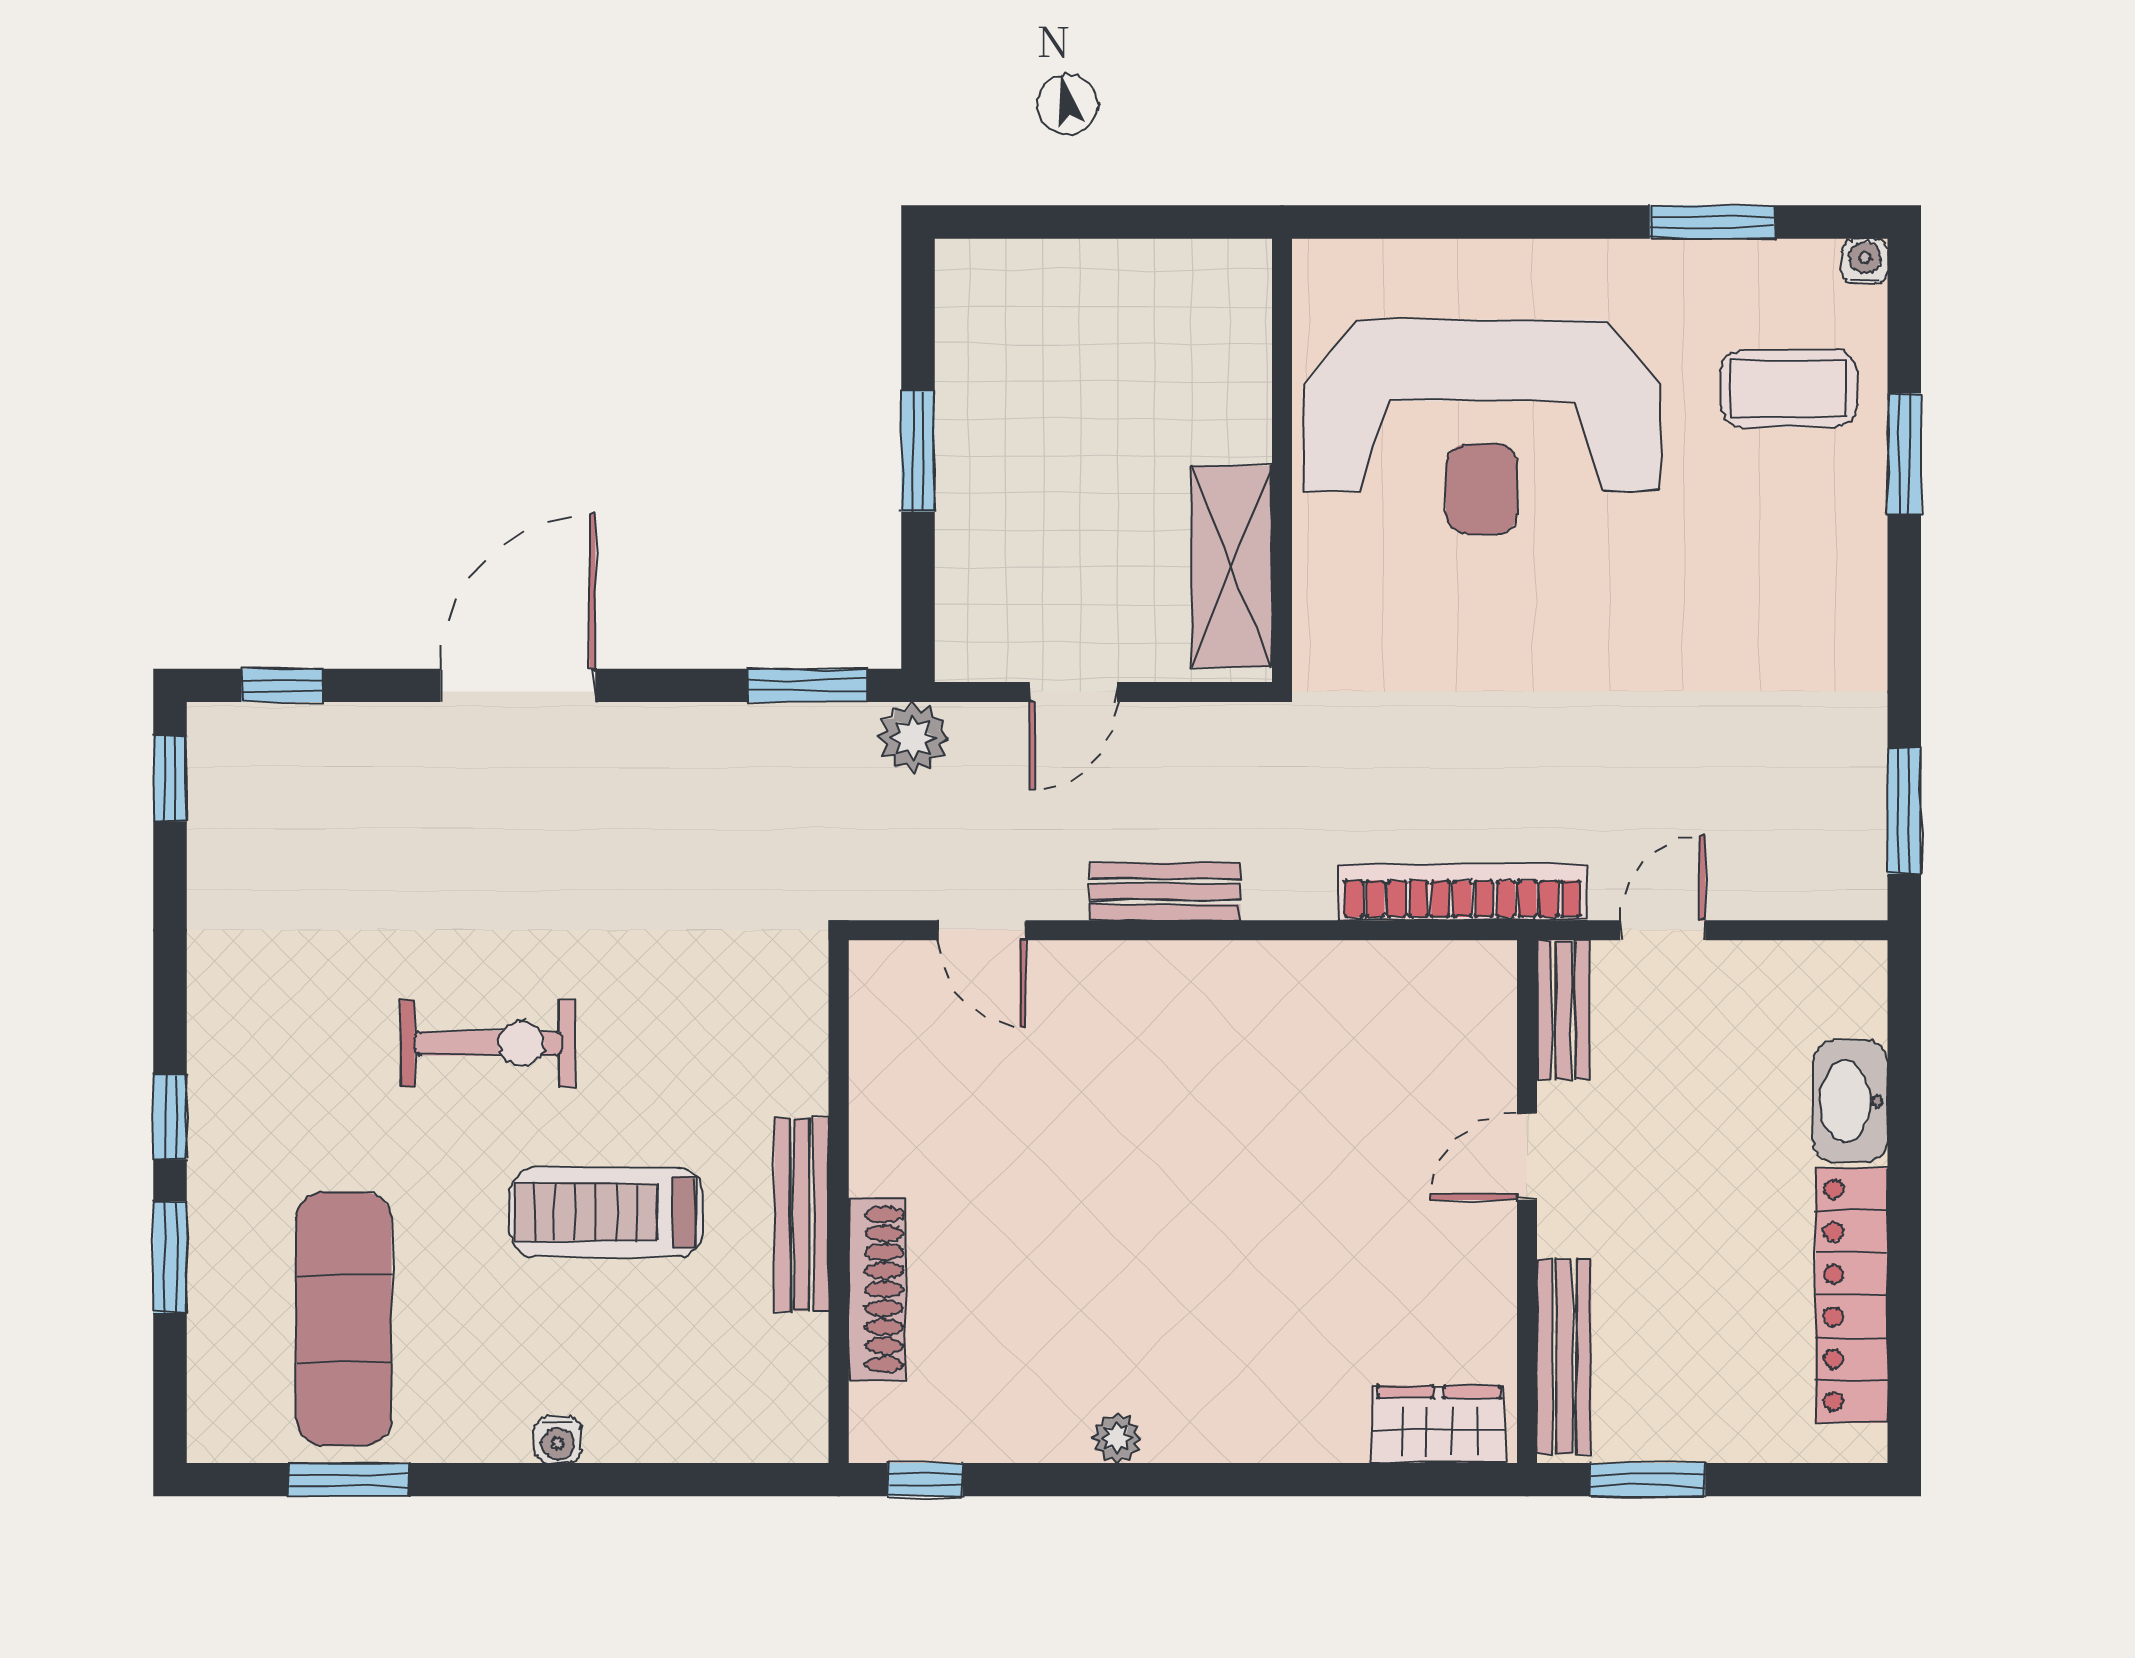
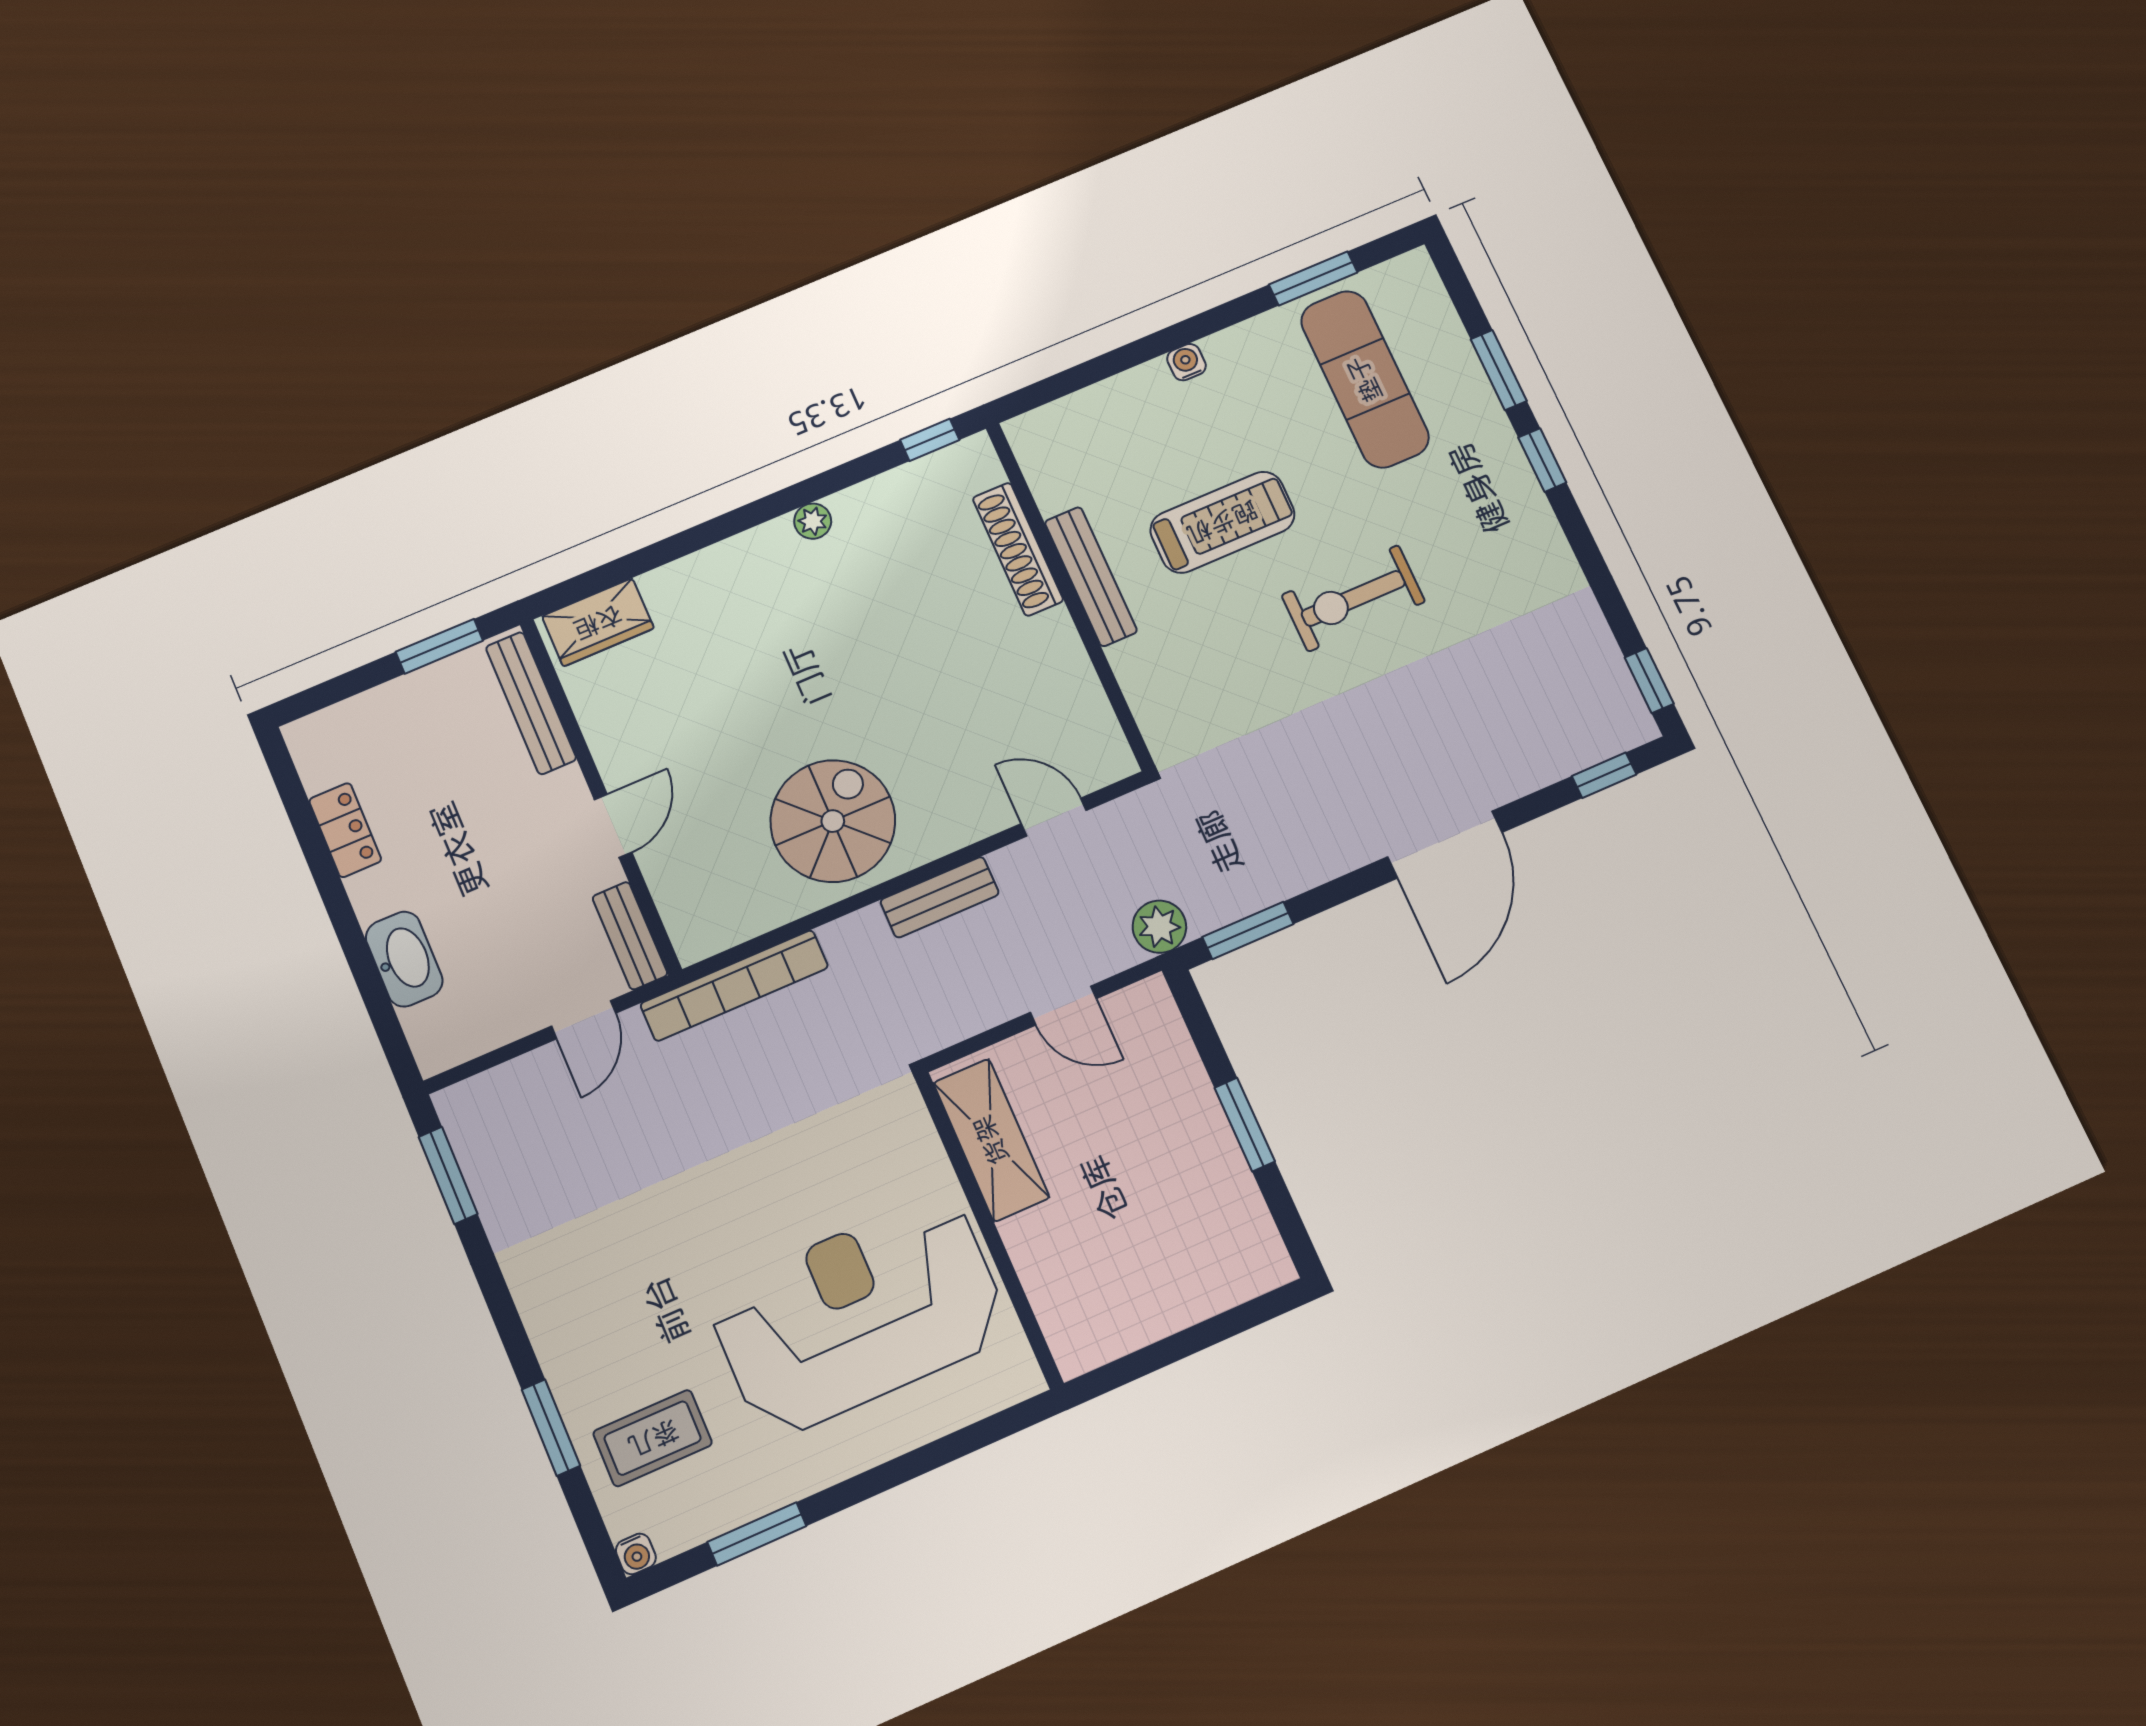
door: (1073, 692) -> (1063, 1006), swing flipped
spiral stairs: (1255, 1044) -> (833, 821), added
locker: (1852, 1295) -> (345, 830), width x0.46, depth x0.83

